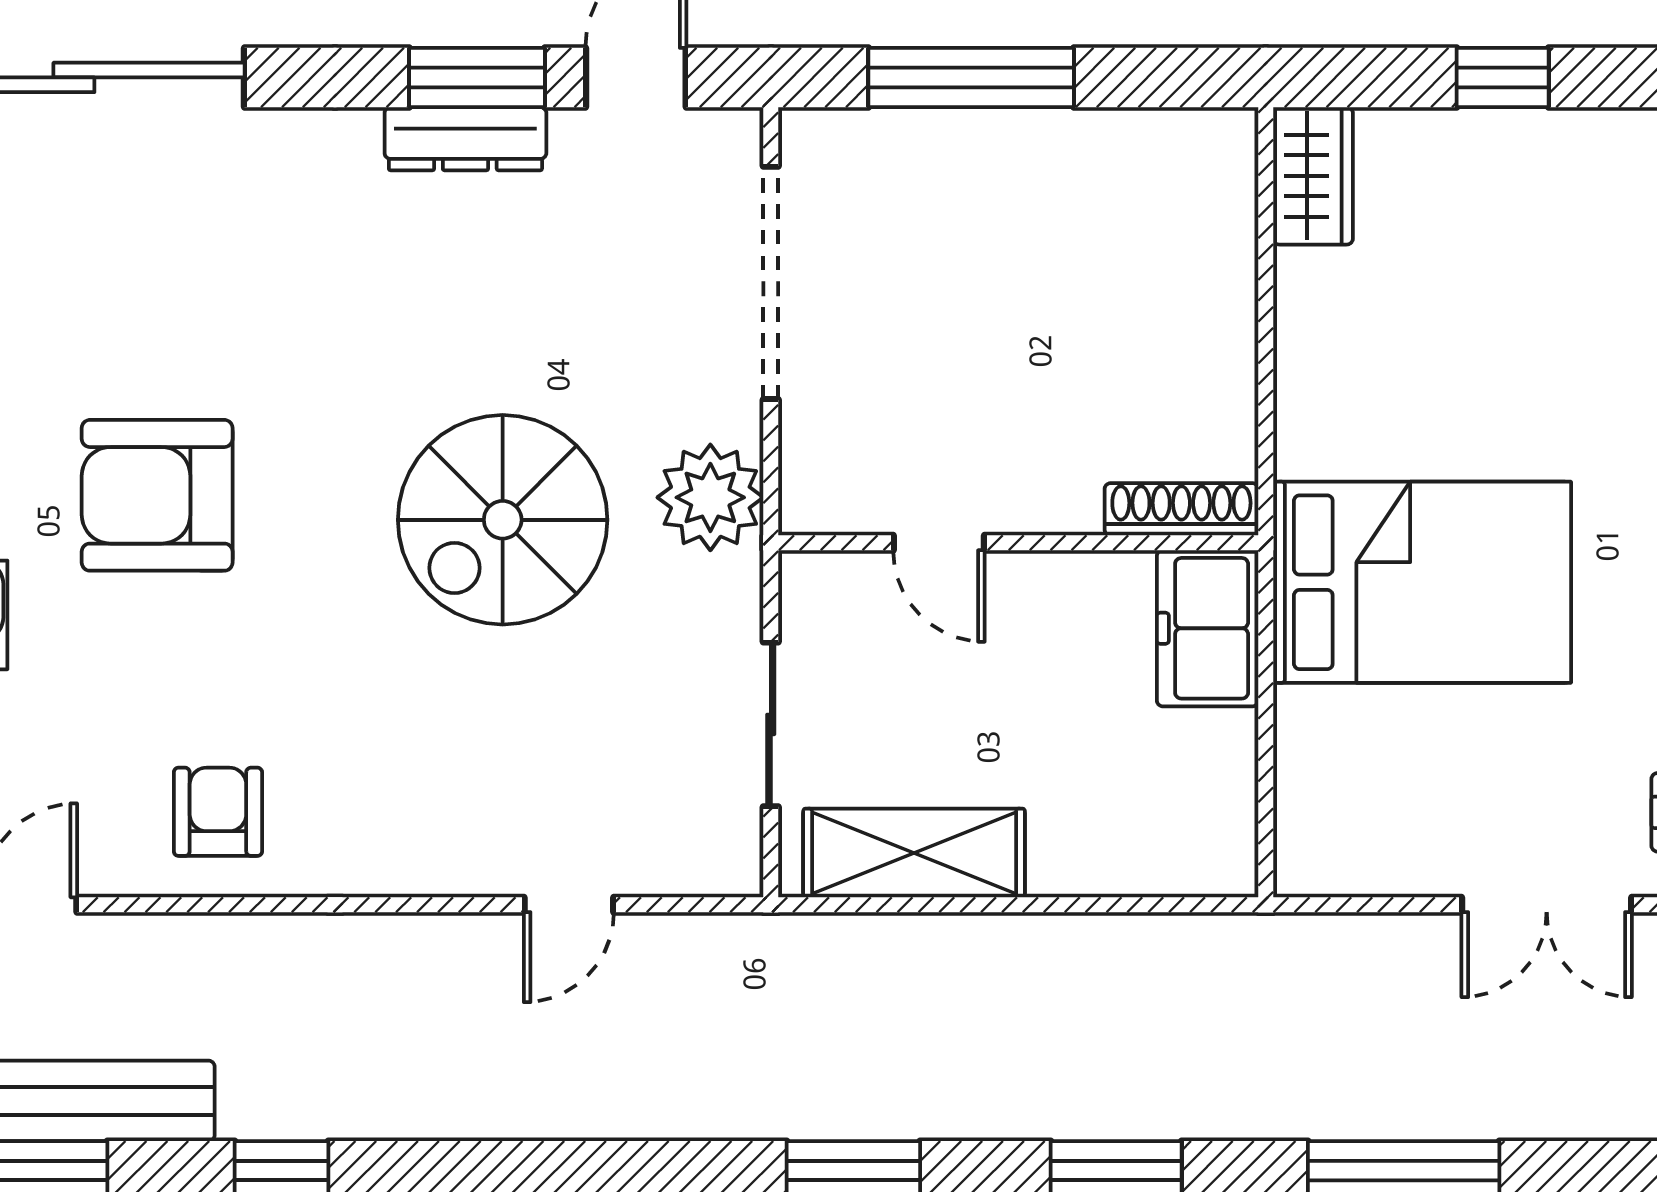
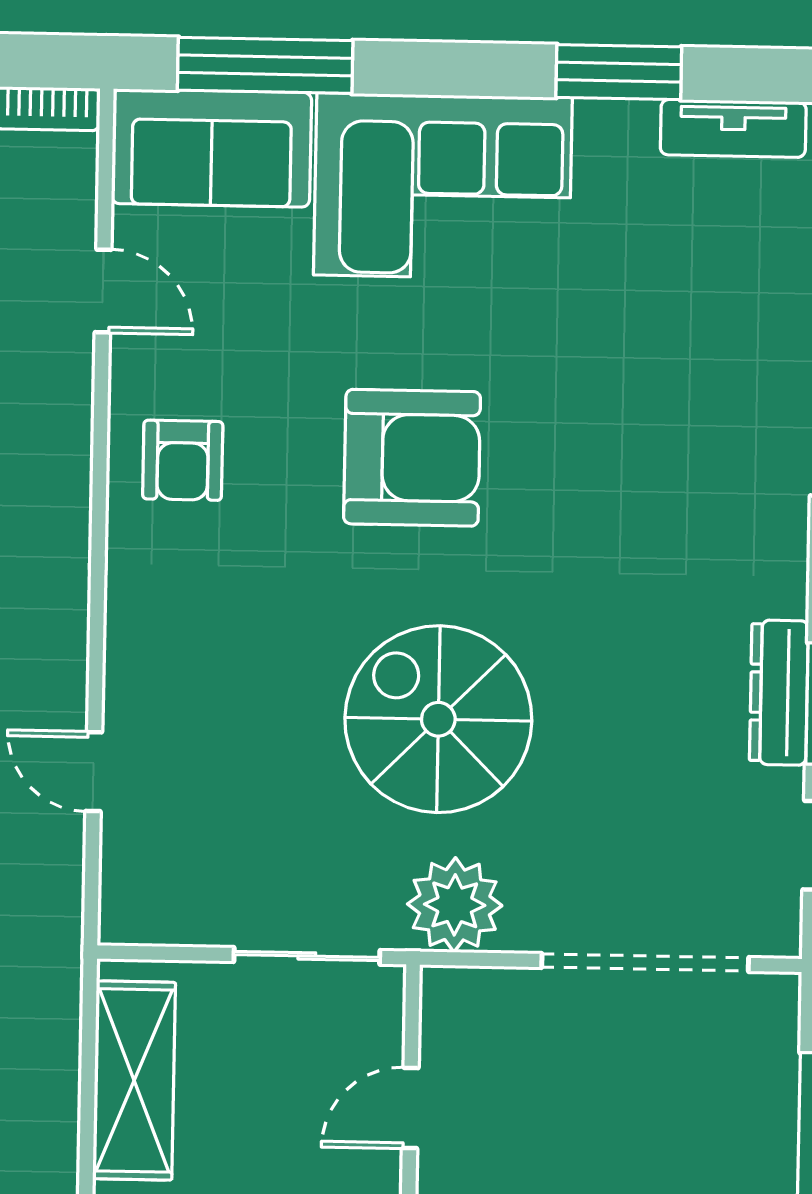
armchair: (157, 495) -> (412, 458), moved, turned 90
sliding door: (771, 724) -> (307, 956), moved
armchair: (218, 812) -> (183, 460), turned 90

